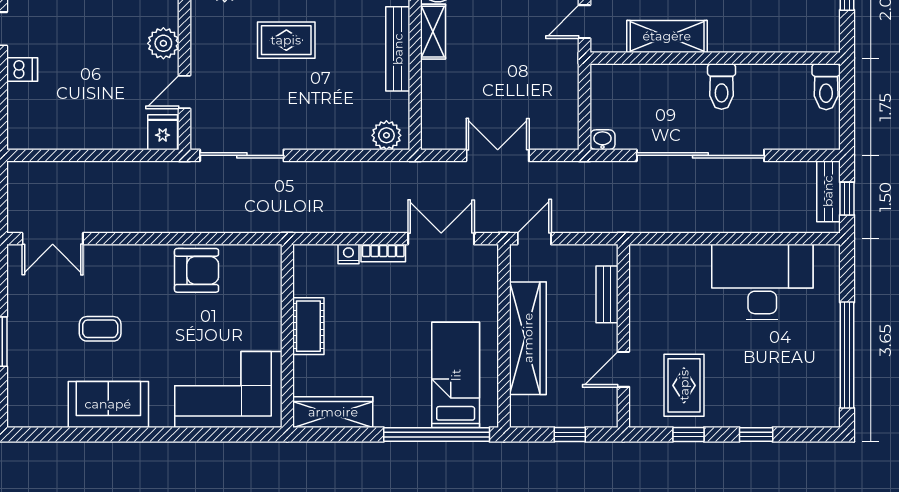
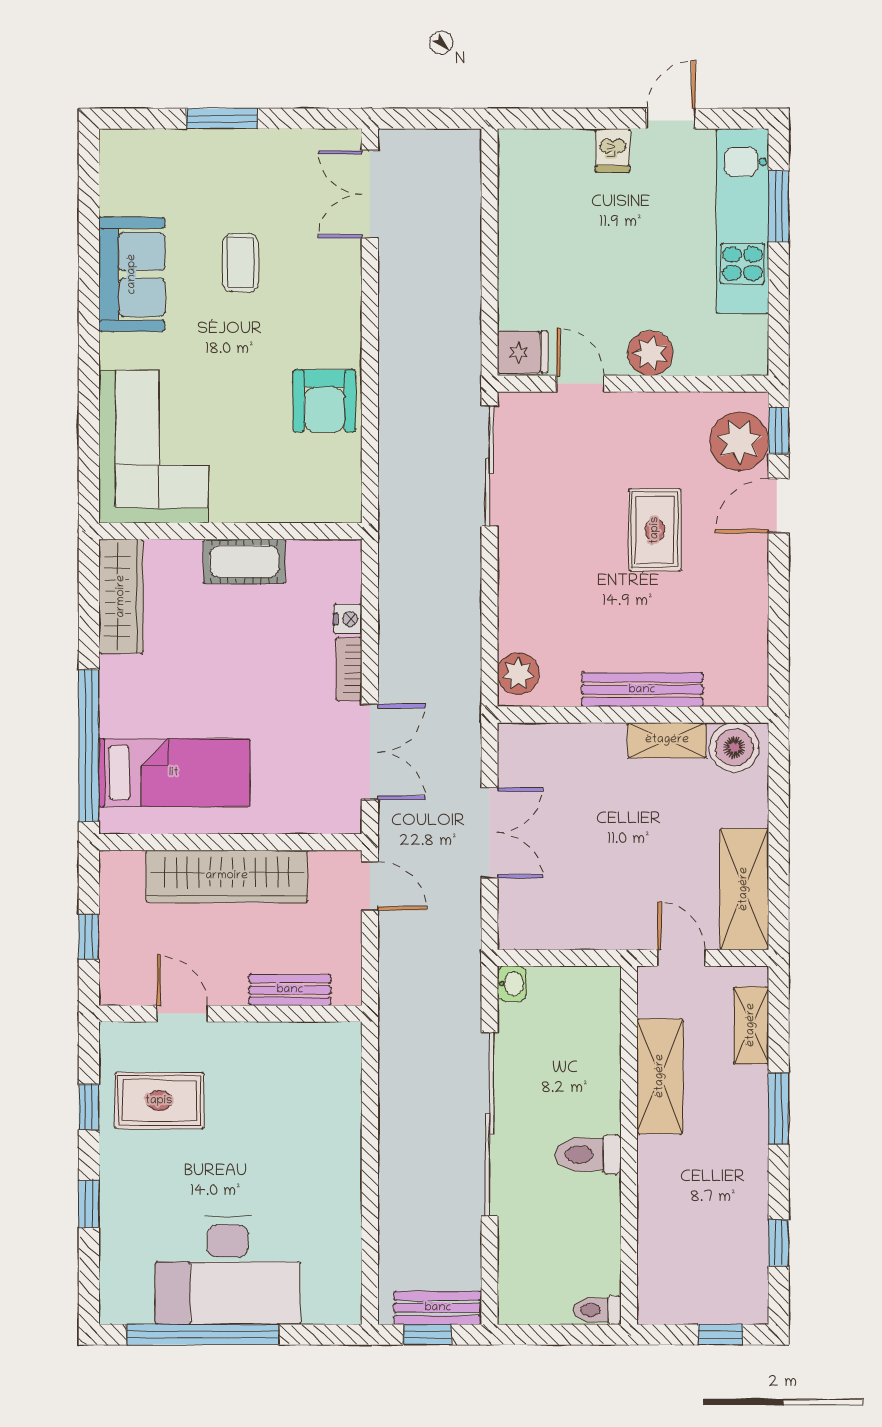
toilet: (826, 87) -> (597, 1310), width x0.73, depth x0.72
desk: (762, 282) -> (228, 1270), moved, turned 90

